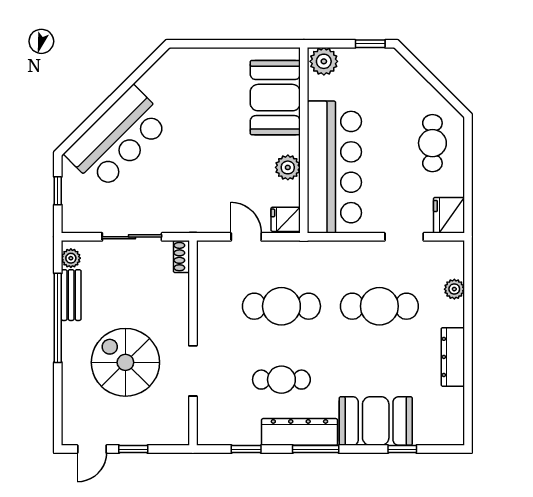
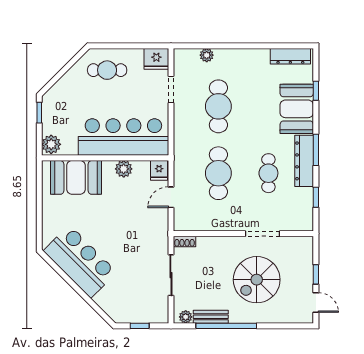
bar counter: (118, 138) -> (80, 261), moved
dresser: (453, 357) -> (290, 56), moved

